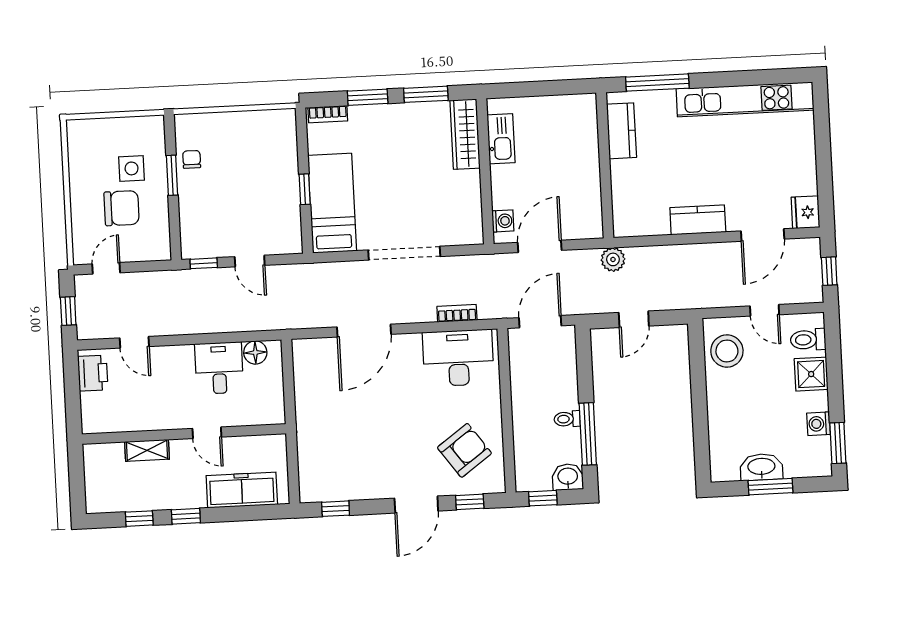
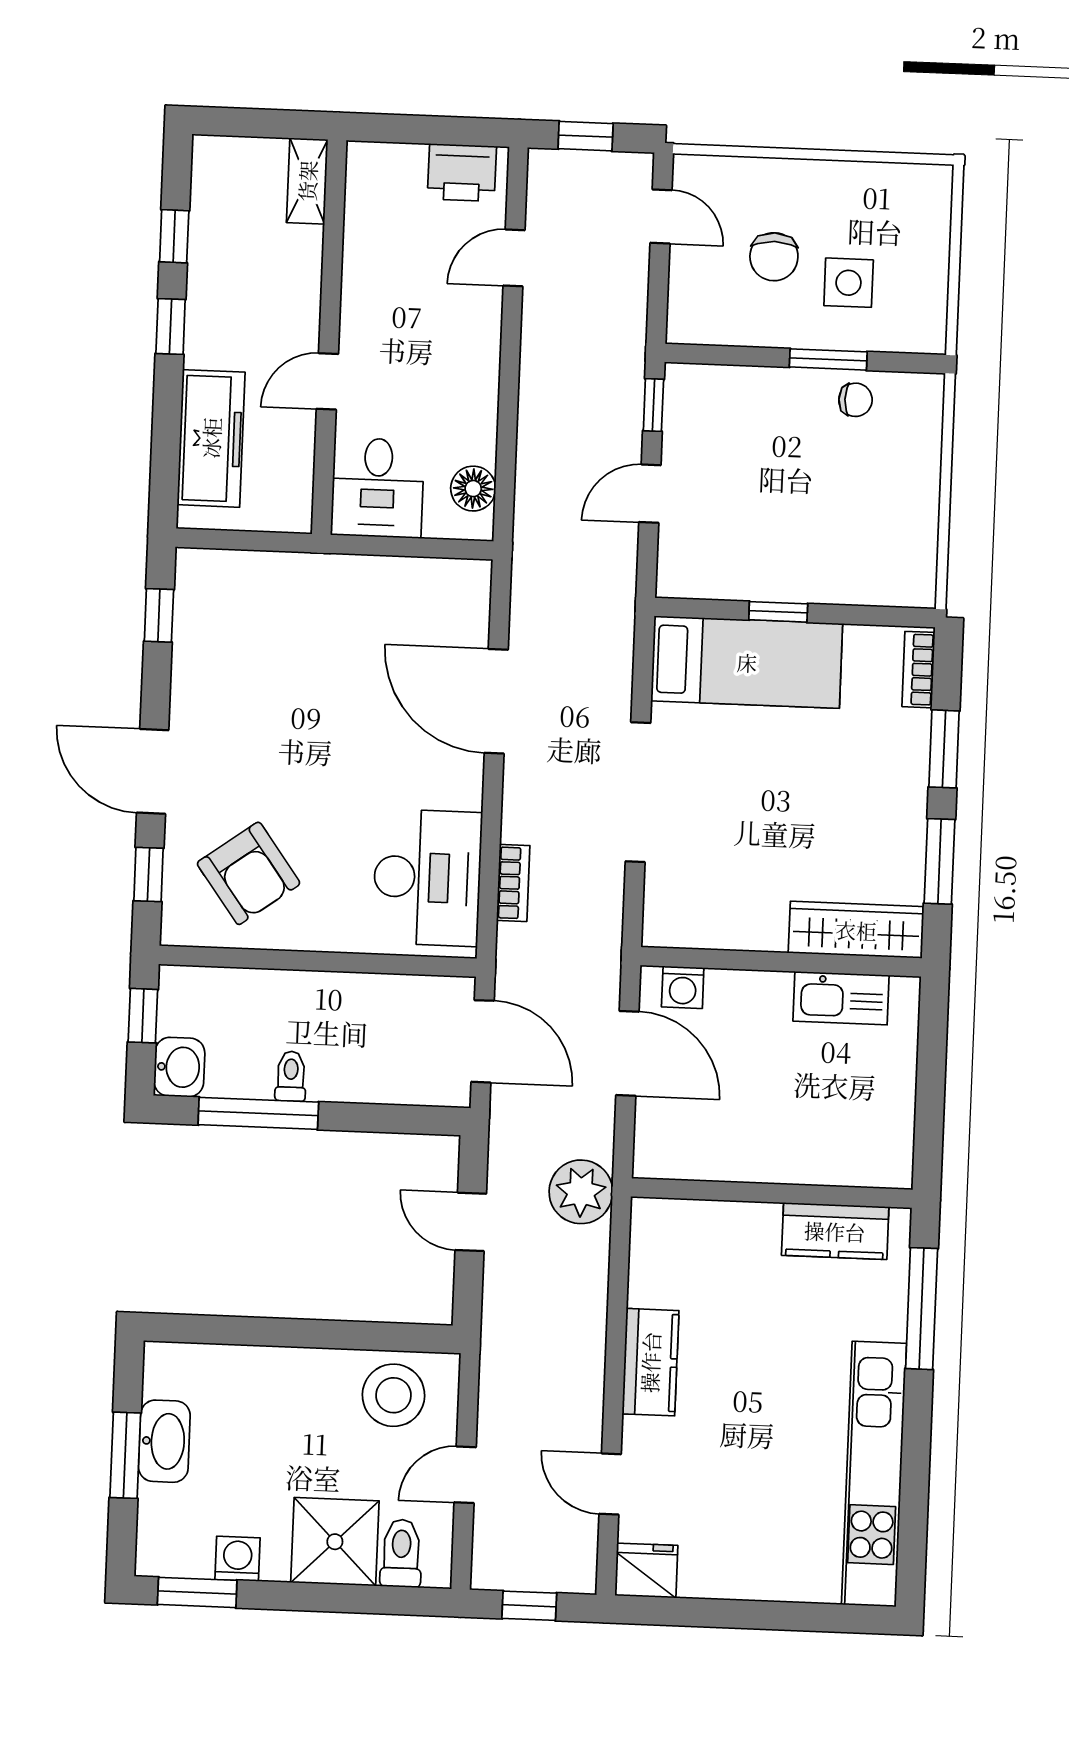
chair: (122, 208) -> (774, 257), width x0.73, depth x0.73
door: (763, 235) -> (610, 1484), width x0.73
plant: (613, 259) -> (581, 1192), width x1.36, depth x1.36
desk: (219, 368) -> (378, 488), moved, turned 90
shower: (811, 374) -> (335, 1542), width x1.36, depth x1.36
shelving: (147, 450) -> (307, 181), moved

